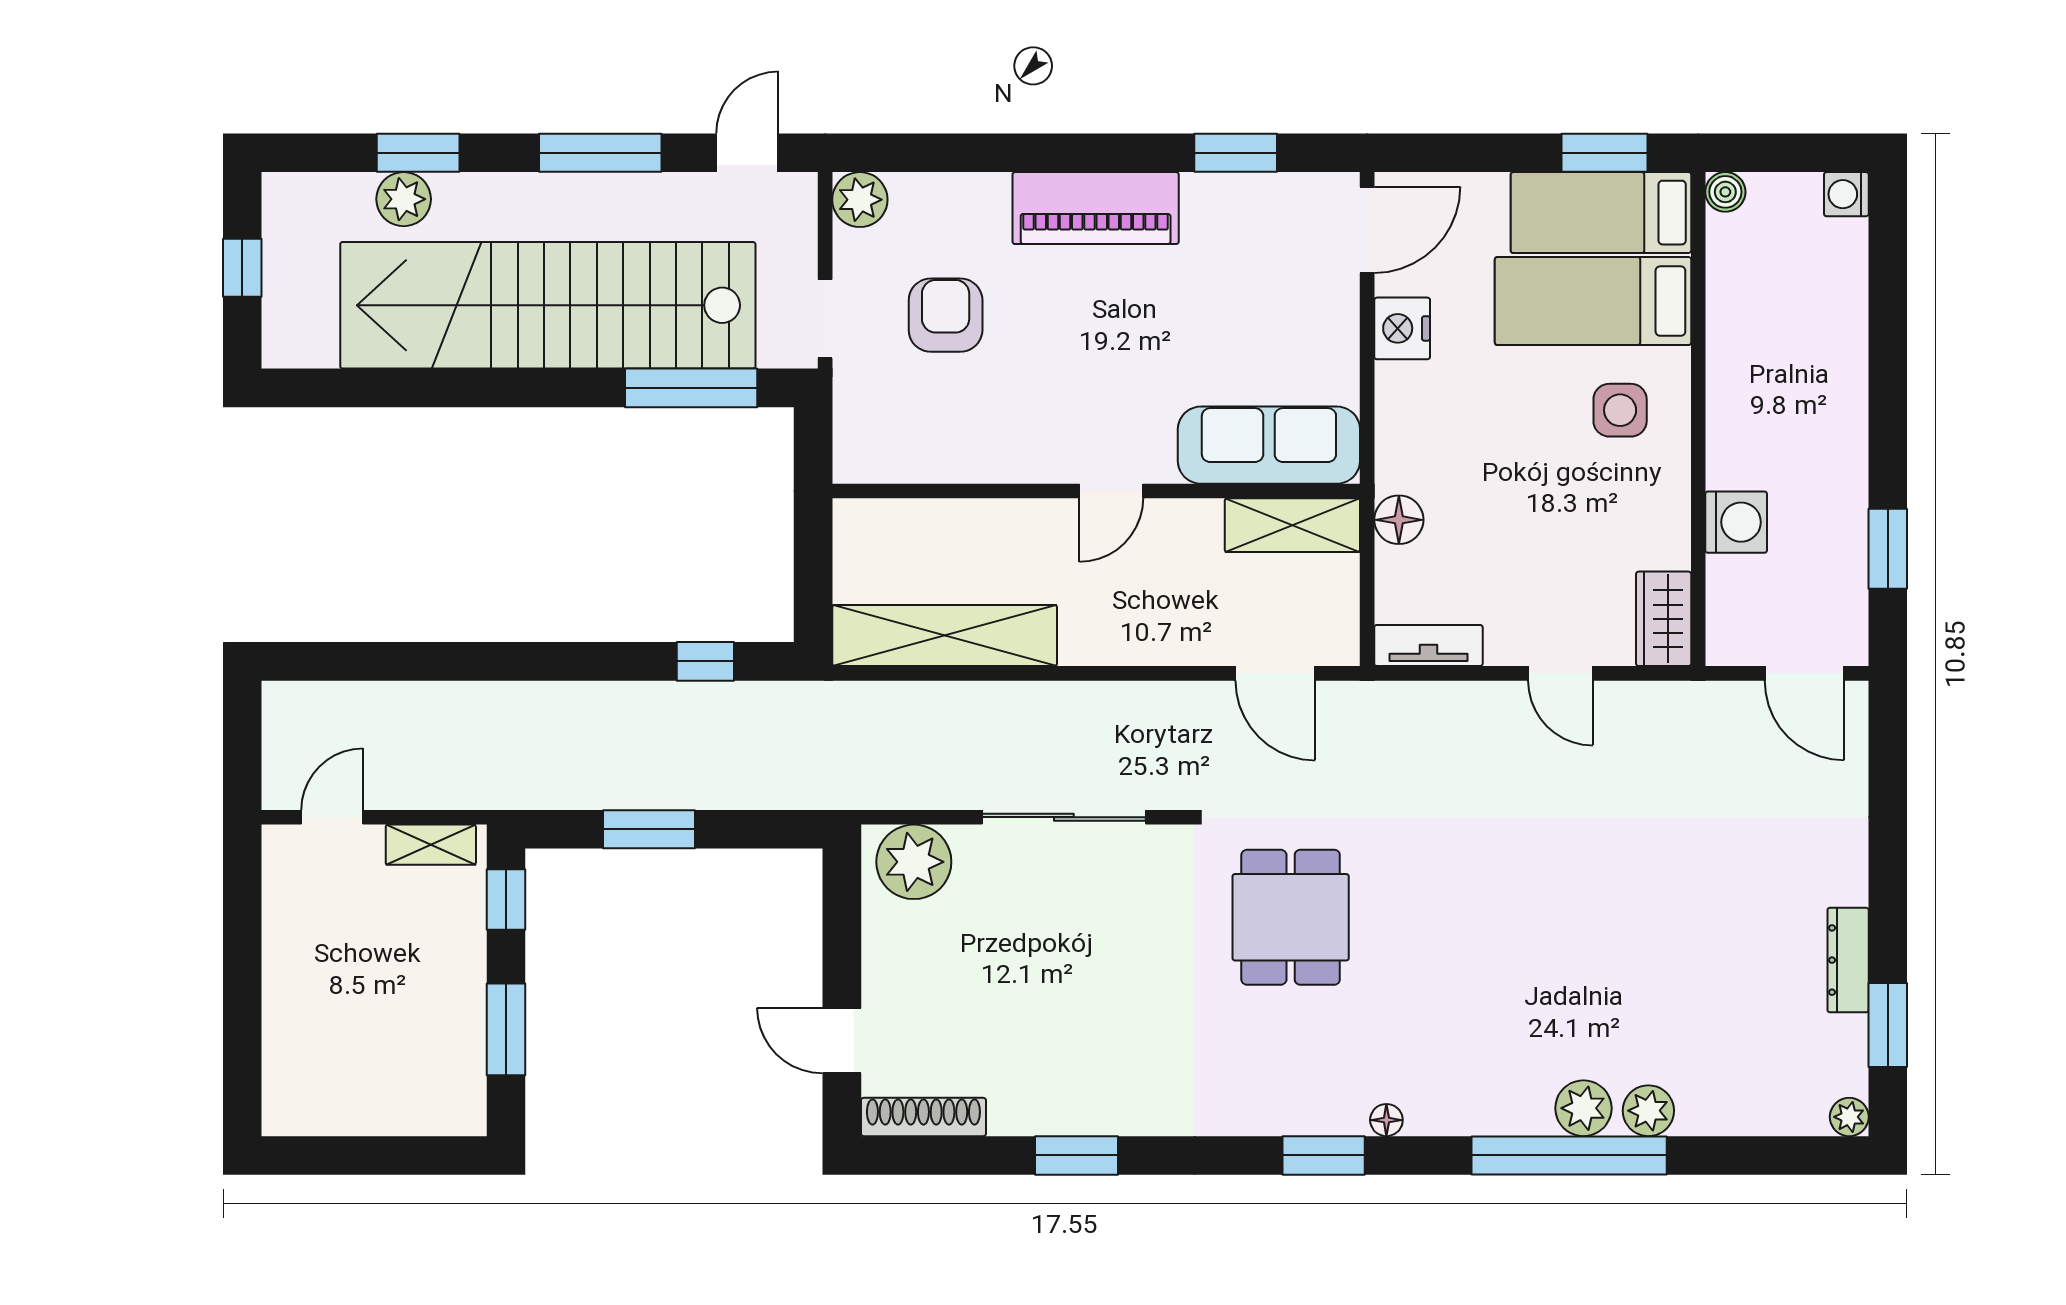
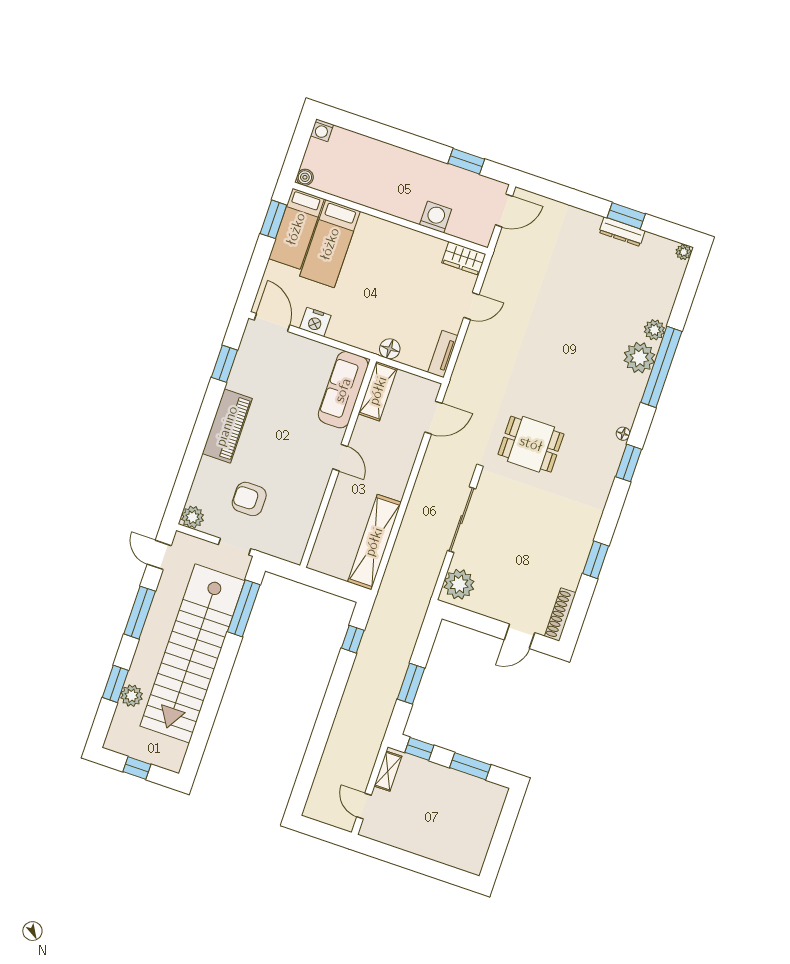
side table: (1620, 410) -> (376, 248), removed
window: (1888, 1025) -> (626, 216), moved
plant: (1583, 1108) -> (639, 358), width x1.36, depth x1.36

